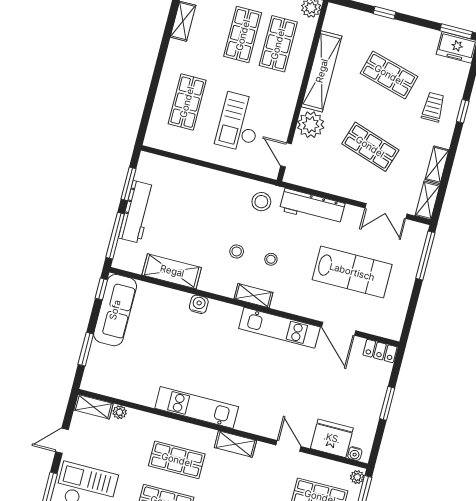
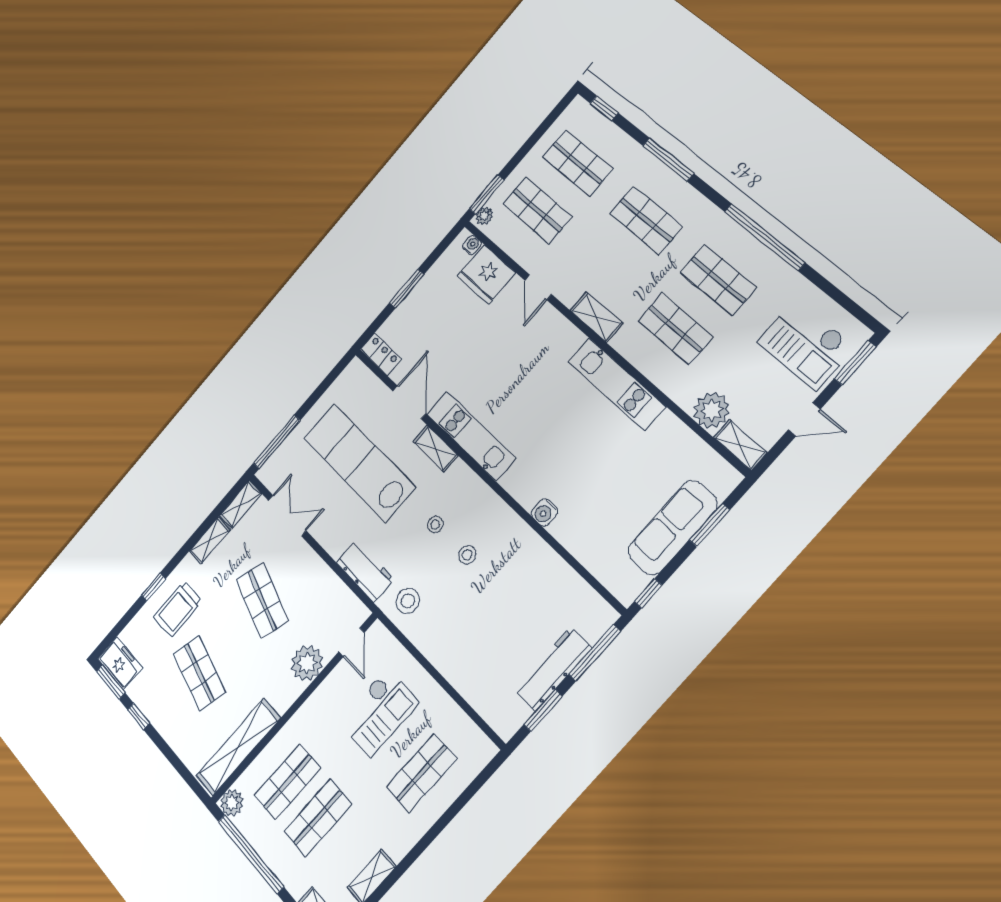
window: (384, 13) -> (139, 716), moved
shelving: (322, 71) -> (238, 747), moved
trolley: (433, 107) -> (178, 609), width x1.36, depth x1.39
workbench: (312, 207) -> (365, 571), width x0.73
shelving: (172, 271) -> (553, 571), removed
lab bench: (352, 272) -> (359, 462), width x1.36
shelving: (253, 296) -> (435, 449), moved
sofa: (115, 310) -> (672, 528), moved
plant: (120, 412) -> (712, 410), width x1.87, depth x1.87

